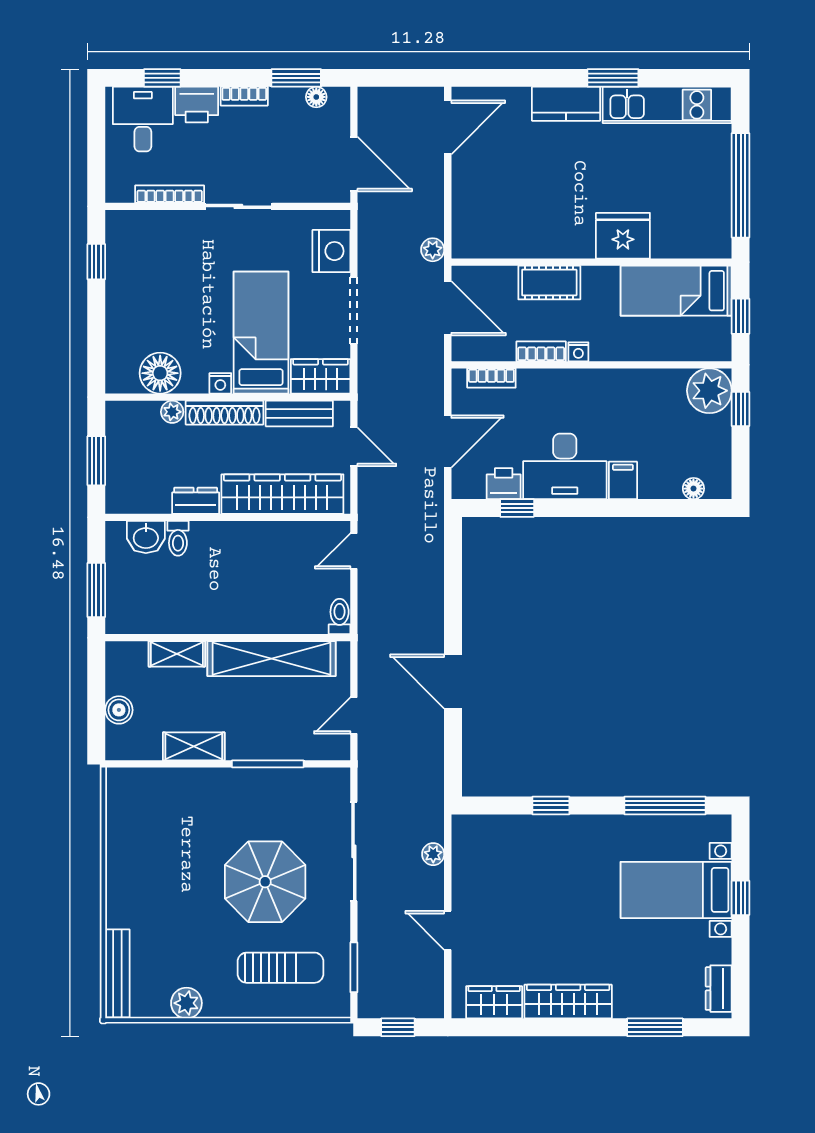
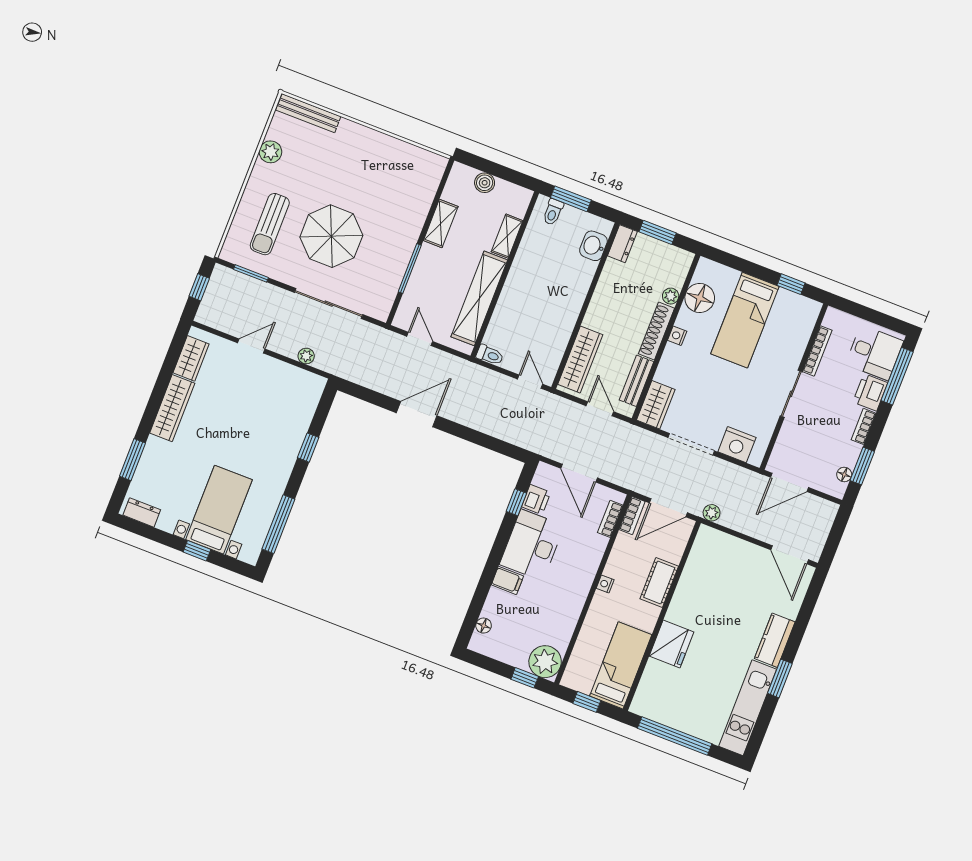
window: (162, 78) -> (897, 376), width x2.17
bed: (261, 333) -> (745, 320), moved, turned 90
bookcase: (541, 351) -> (632, 516), moved
door: (354, 447) -> (600, 409), swing flipped
wardrobe: (282, 494) -> (580, 359), width x0.71, depth x0.85
dresser: (196, 501) -> (622, 244), moved
toilet: (178, 538) -> (553, 212), moved, turned -90

